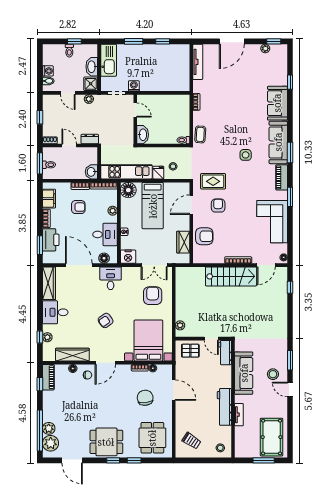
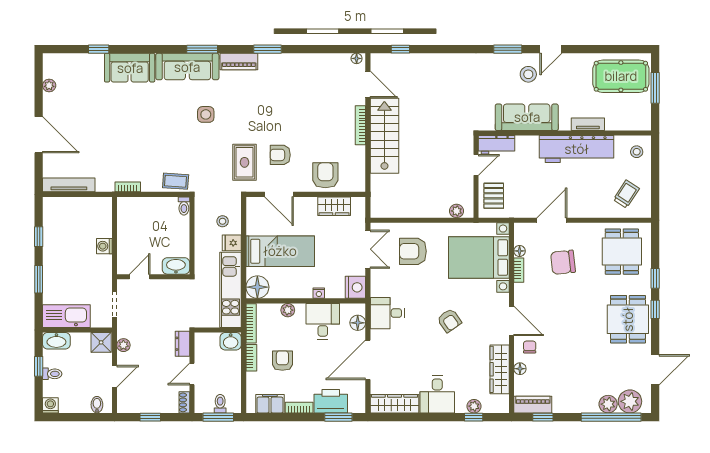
window: (274, 41) -> (39, 73), removed
washbasin: (92, 67) -> (56, 341), moved
washing machine: (48, 71) -> (50, 405), moved
washing machine: (134, 86) -> (104, 246), moved
corner sofa: (272, 222) -> (304, 75), removed
workbench: (224, 407) -> (577, 149), width x1.36, depth x1.32
dining table: (152, 438) -> (622, 252), turned 90

